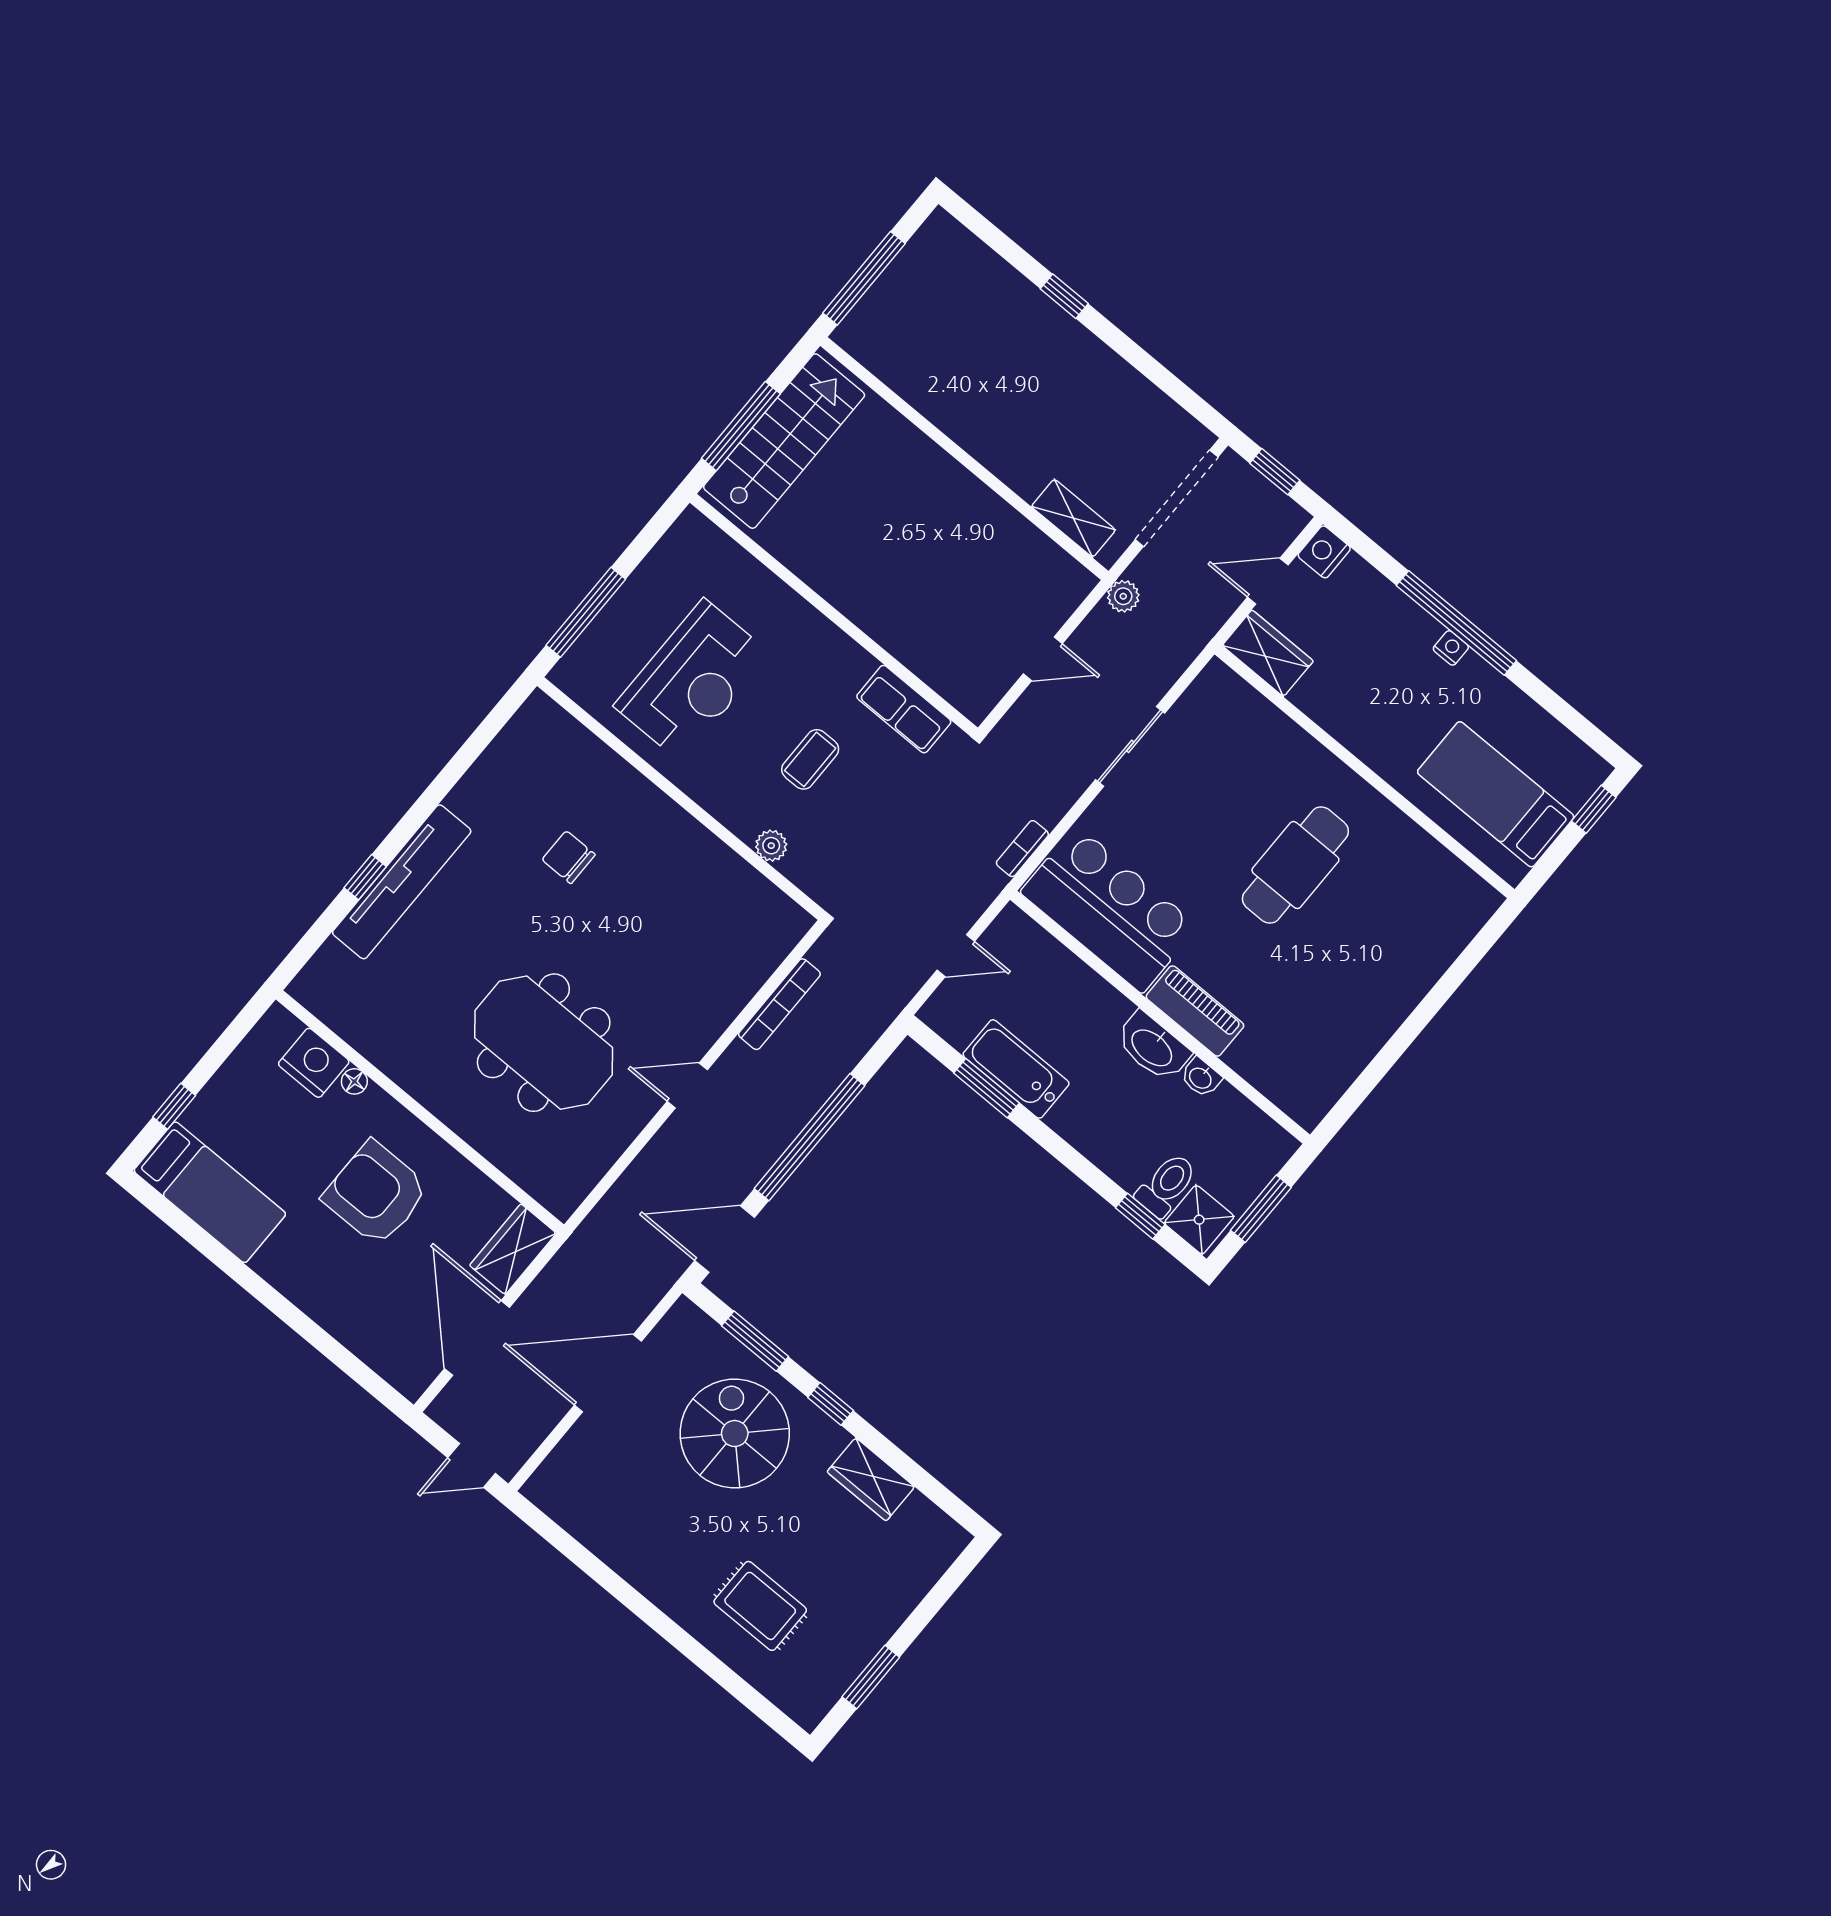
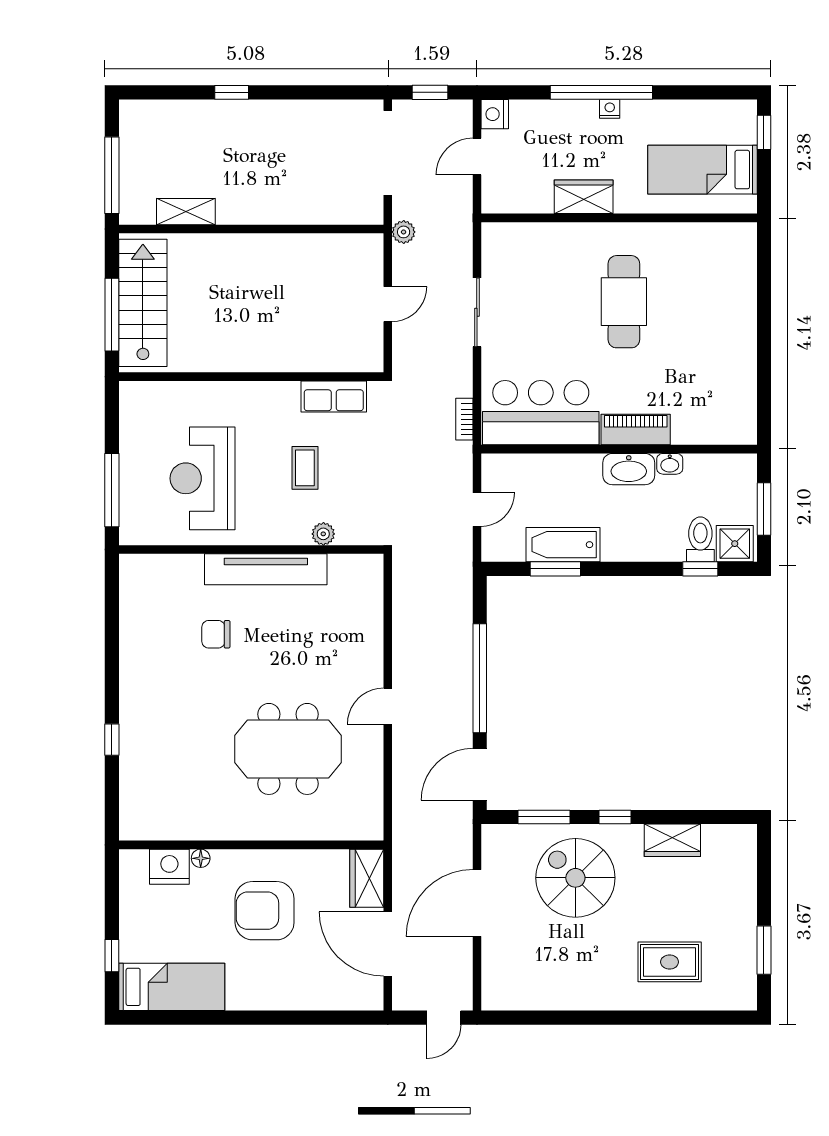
shelving: (1073, 518) -> (186, 212), moved
wardrobe: (1268, 653) -> (584, 197), moved
reception desk: (692, 680) -> (203, 478), turned 180
tv unit: (402, 882) -> (266, 569), moved, turned 90
bookcase: (779, 1004) -> (401, 618), removed

